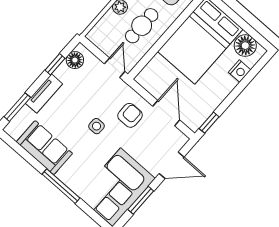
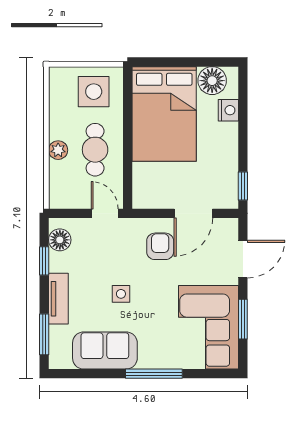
door: (166, 113) -> (193, 213), swing flipped
side table: (97, 126) -> (121, 294), moved

